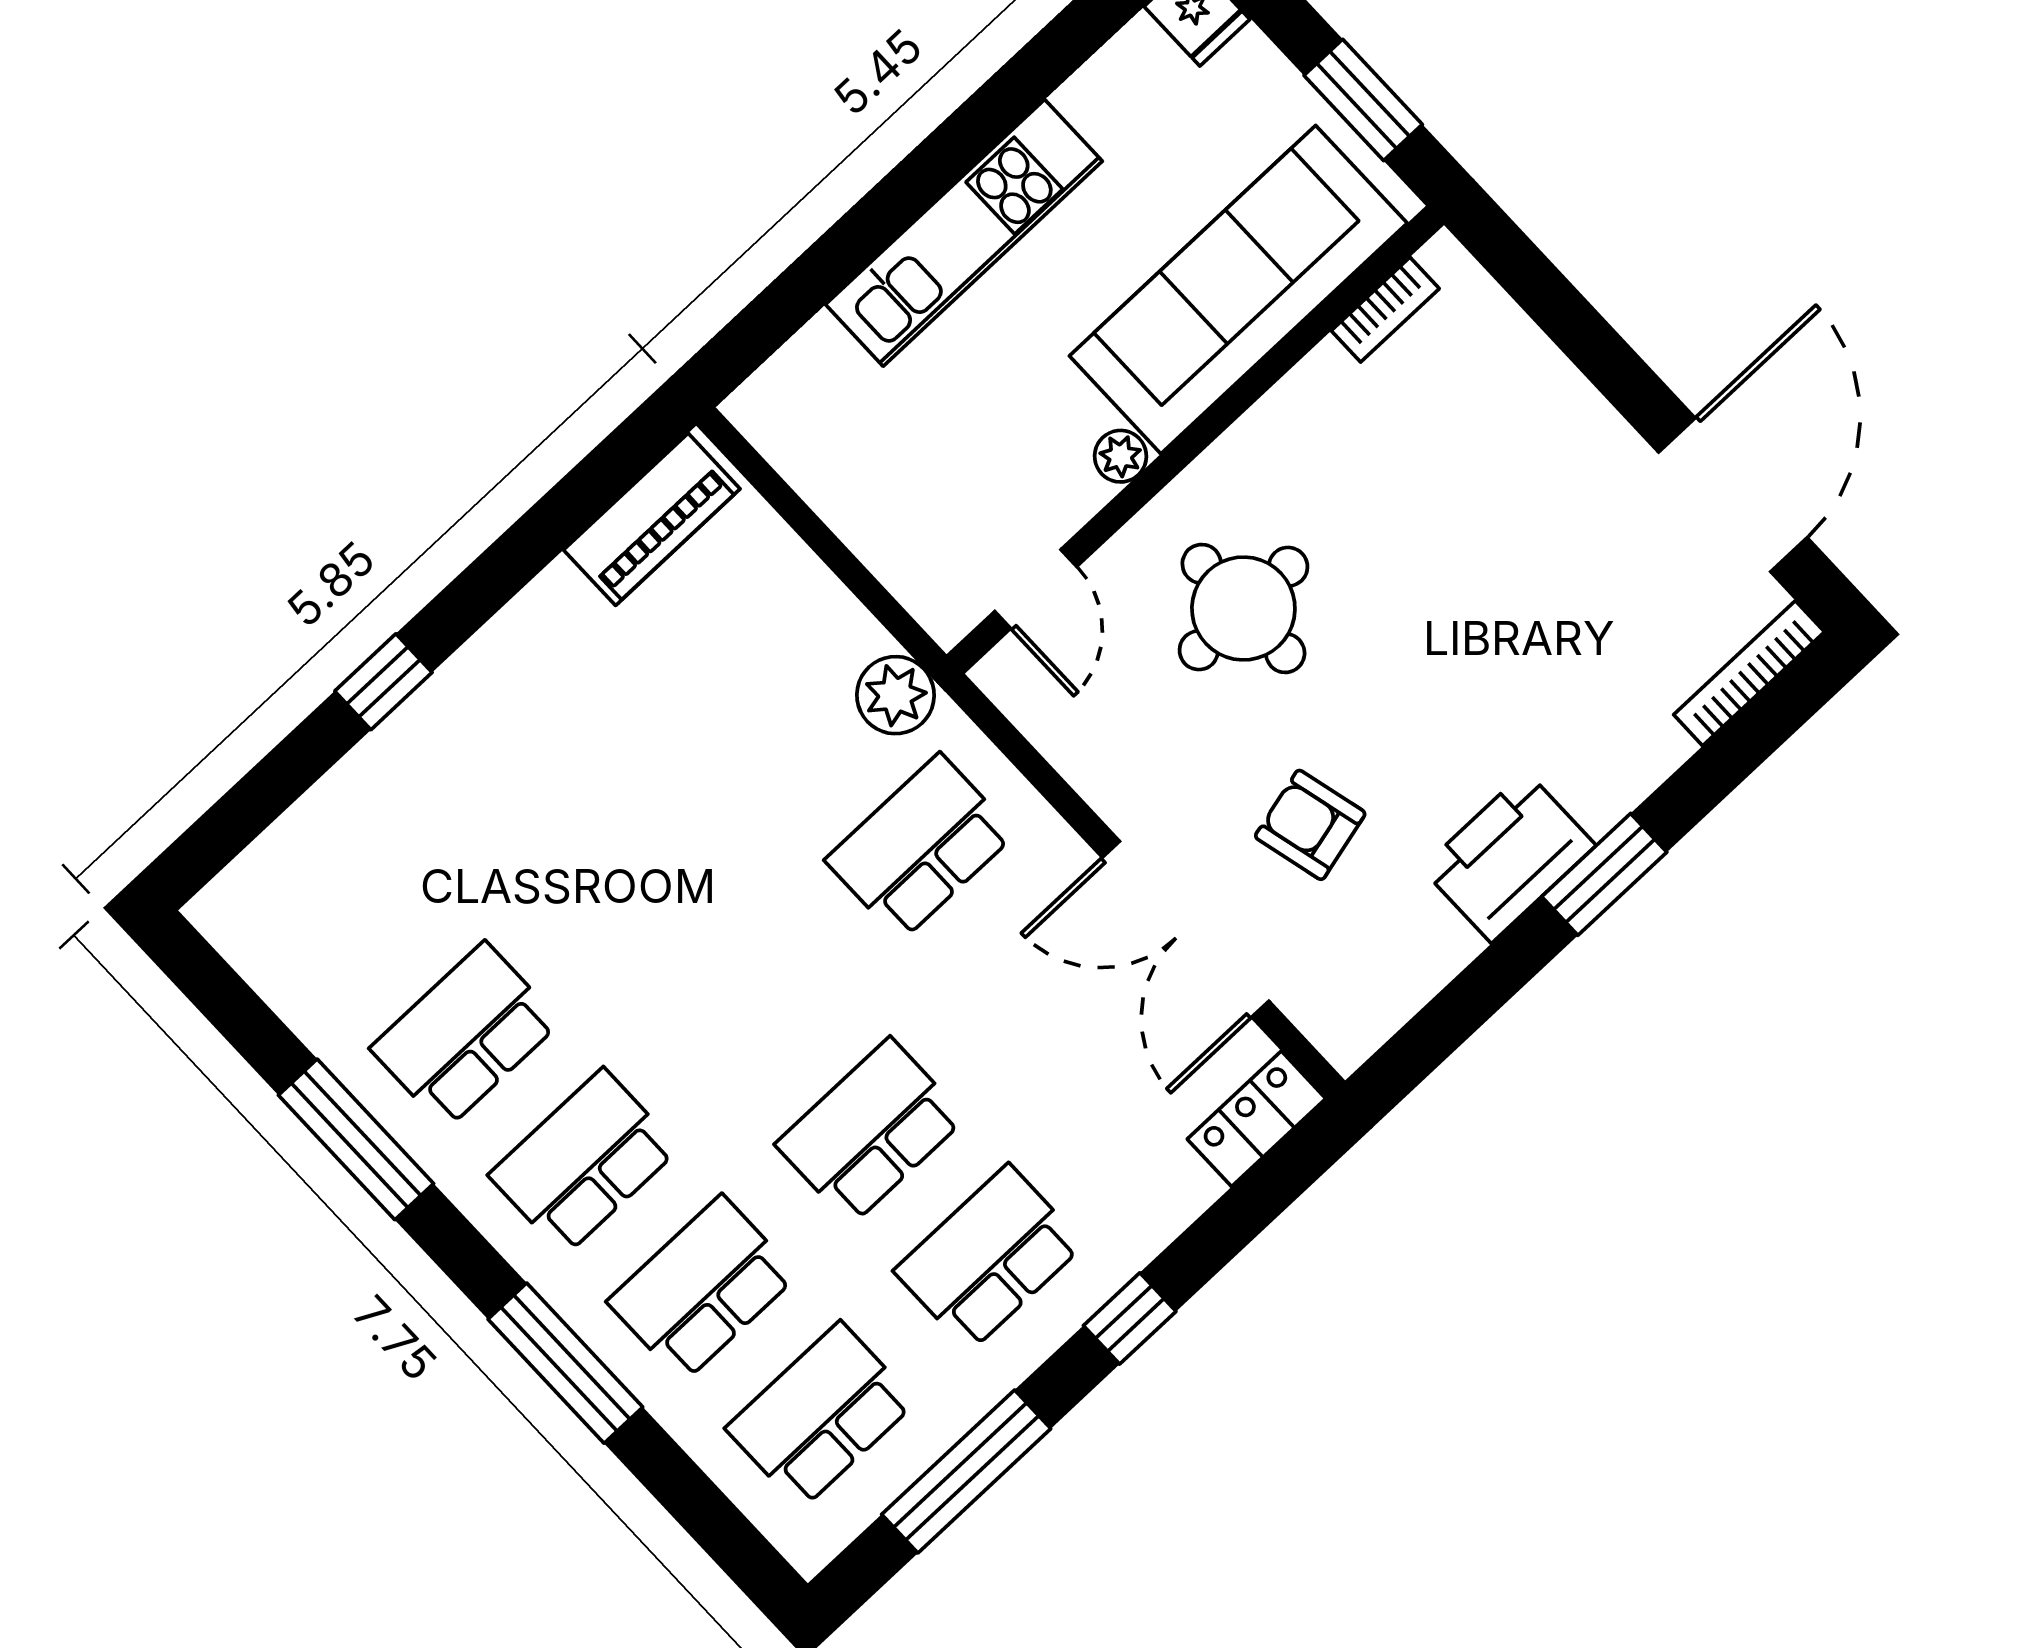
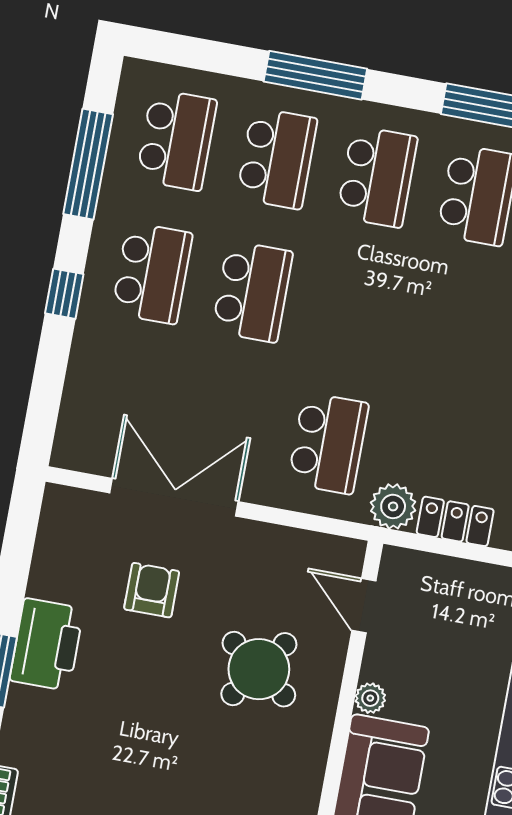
round table: (1243, 608) -> (259, 669), turned 36
armchair: (1310, 825) -> (152, 590), turned -76
locker: (1257, 1119) -> (455, 521), moved, turned -90

